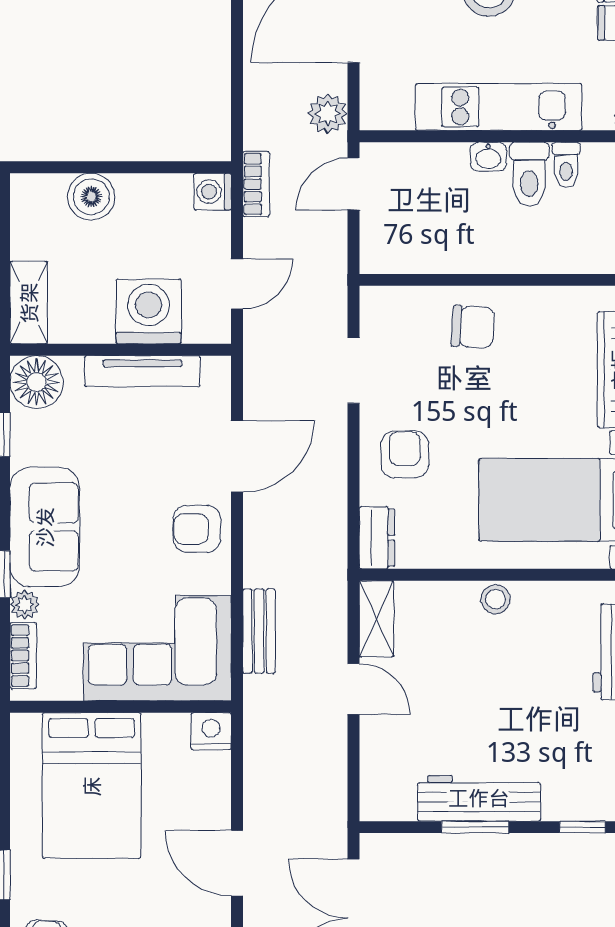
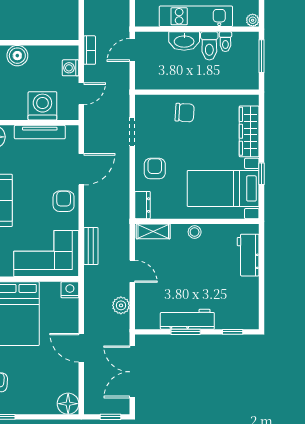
plant: (328, 114) -> (121, 305), moved
washbasin: (488, 157) -> (184, 41), width x1.91, depth x1.45
washing machine: (213, 192) -> (71, 68), moved
armchair: (197, 529) -> (64, 201), turned 90
shelving: (376, 619) -> (153, 231), moved, turned 90

